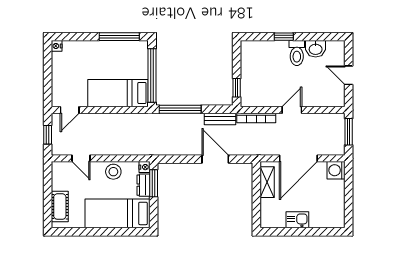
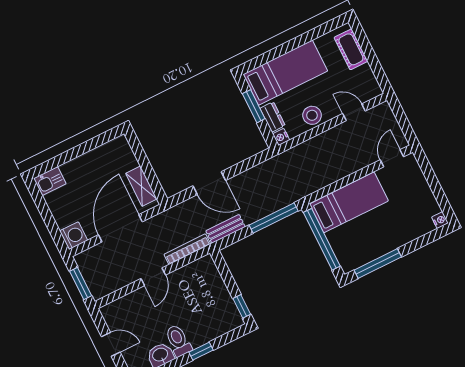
window: (237, 88) -> (242, 306), moved
window: (48, 135) -> (402, 120), removed
window: (154, 183) -> (254, 106), moved
kitchen sink: (297, 220) -> (50, 181), moved

